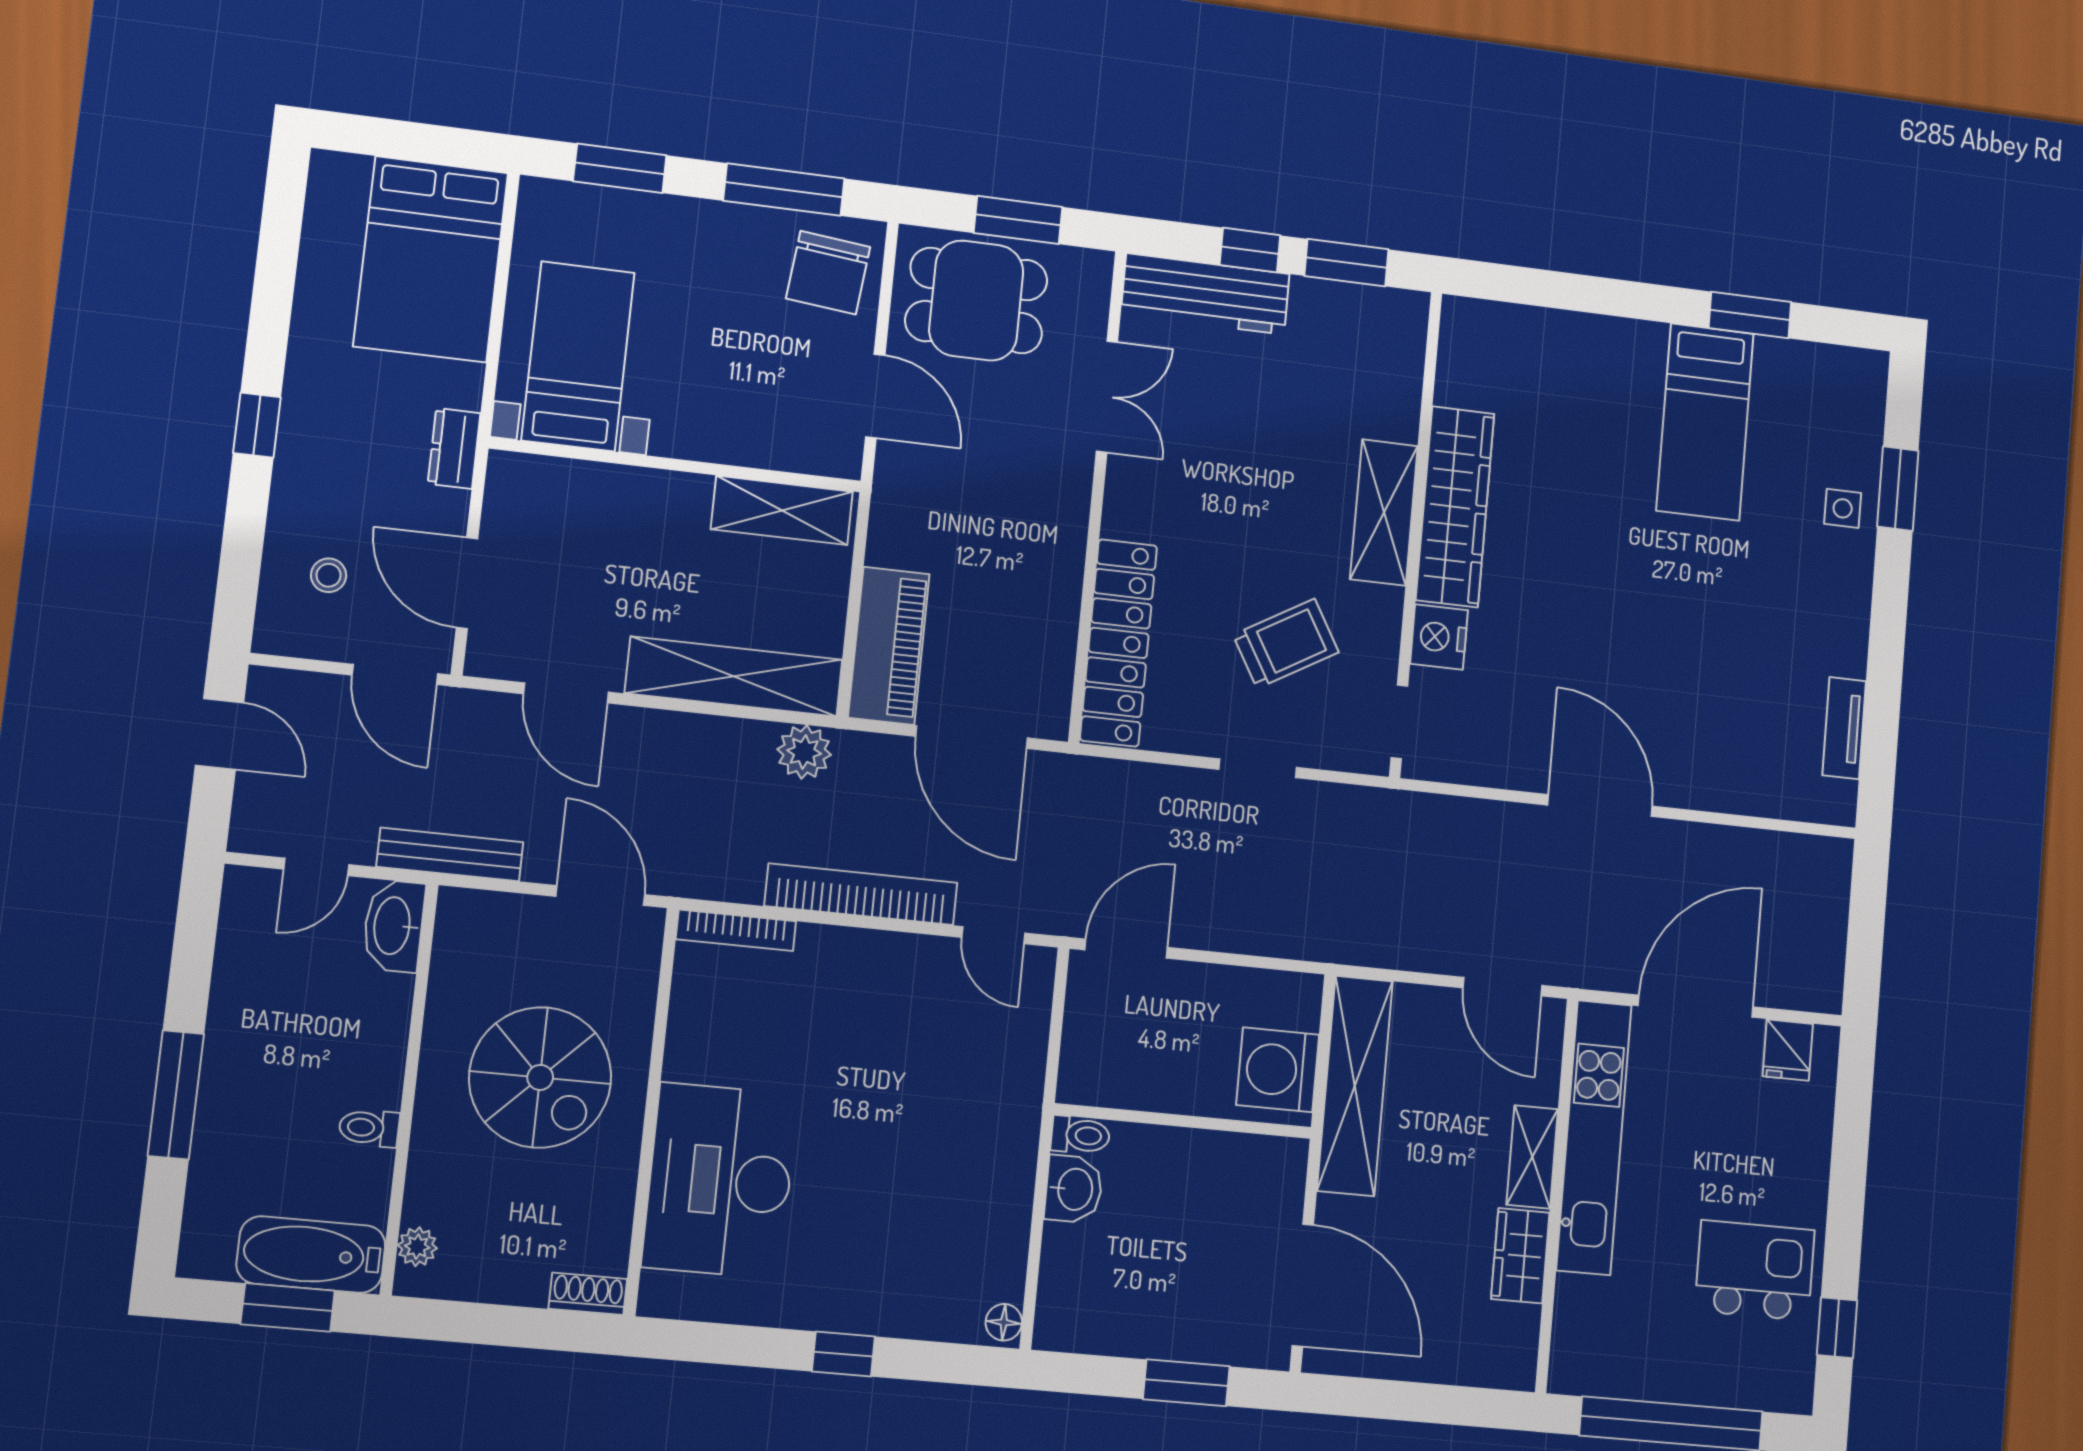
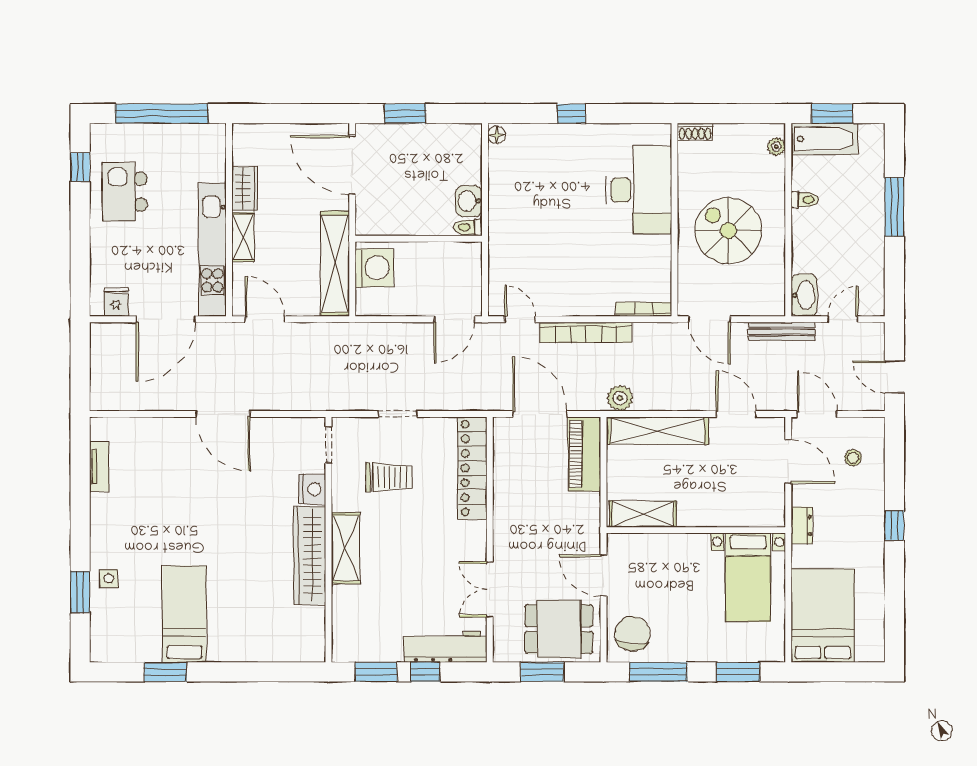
trolley: (1286, 643) -> (389, 477), turned -150
kitchen island: (1755, 1270) -> (125, 192), turned 90

